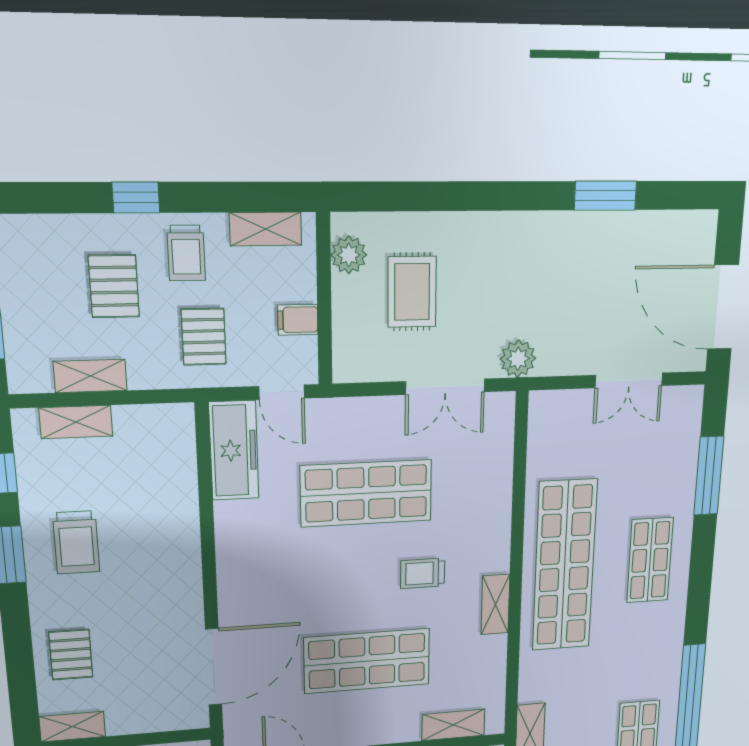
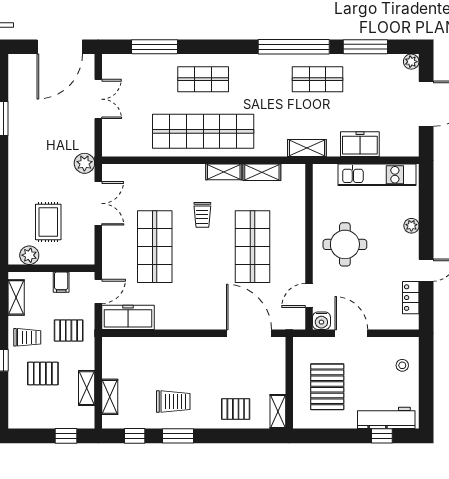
rug: (412, 292) -> (48, 222), turned 90
shelving: (453, 725) -> (262, 172), moved, turned 90

